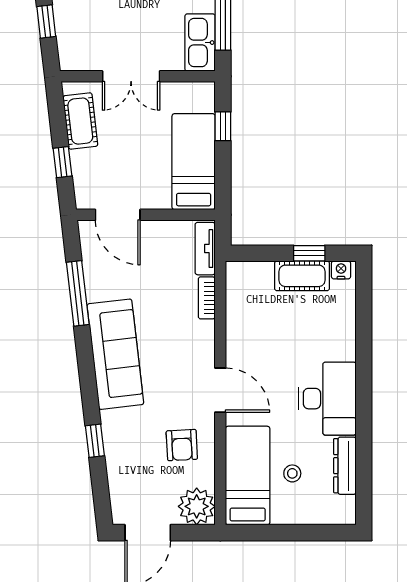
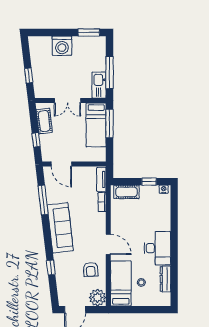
window: (223, 126) -> (109, 123), width x2.17
bed: (194, 162) -> (96, 125), moved, turned 180
cot: (302, 276) -> (126, 192), moved

